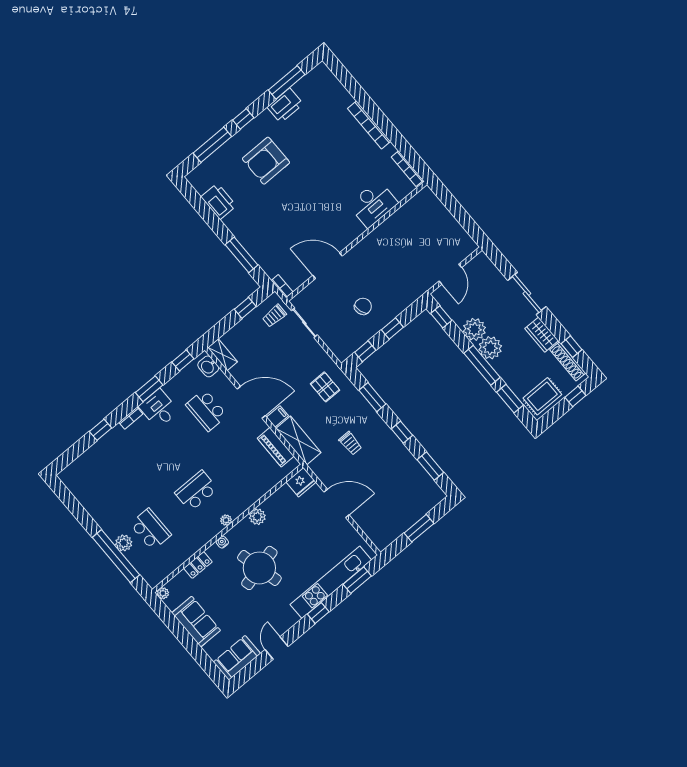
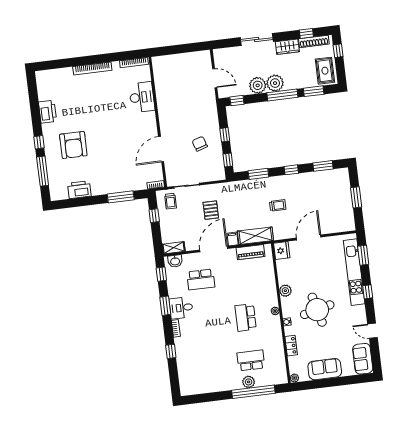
window: (287, 82) -> (34, 102), removed
pallet: (325, 387) -> (211, 210), moved, turned 90

